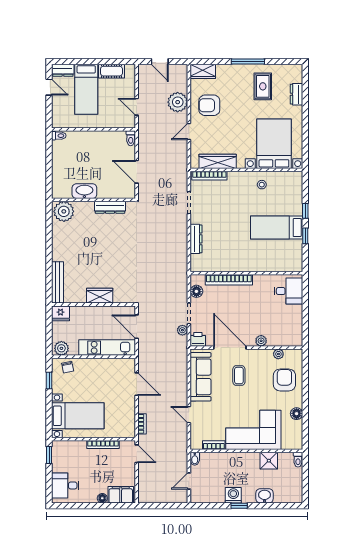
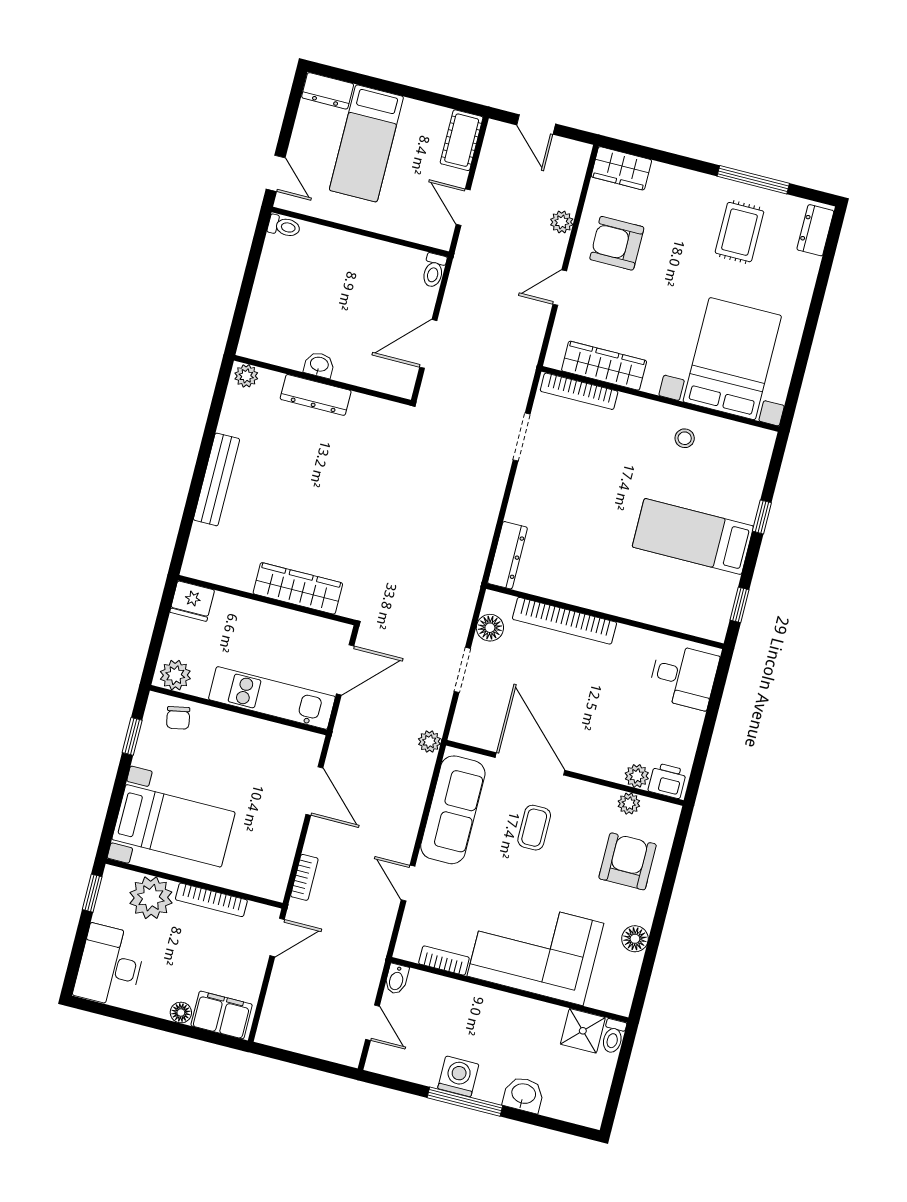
window: (248, 61) -> (753, 180), moved
cot: (111, 71) -> (462, 140), moved, turned 90
door: (49, 87) -> (276, 173), moved
dresser: (296, 94) -> (815, 230), moved
plant: (178, 102) -> (562, 222), width x0.53, depth x0.53
door: (137, 172) -> (428, 344), hinge flipped
washbasin: (84, 191) -> (319, 365), width x0.52, depth x0.69
dresser: (110, 207) -> (316, 395), moved
plant: (64, 211) -> (246, 376), width x0.53, depth x0.53
window: (305, 236) -> (739, 605), moved
dresser: (196, 239) -> (507, 555), moved
bench: (58, 282) -> (217, 479), moved
wardrobe: (100, 296) -> (298, 588), width x1.50
door: (137, 327) -> (345, 670), swing flipped
plant: (182, 330) -> (429, 742), moved
printer: (198, 339) -> (667, 781), moved
plant: (261, 341) -> (637, 776), moved
plant: (76, 450) -> (151, 898), added
door: (137, 454) -> (277, 937), hinge flipped
shower: (269, 461) -> (583, 1031), moved
door: (189, 481) -> (372, 1023), swing flipped
desk: (65, 485) -> (110, 966), width x1.37
window: (239, 506) -> (465, 1102), width x2.17

